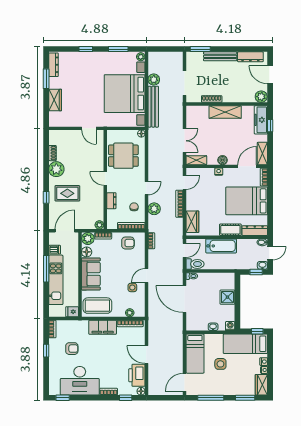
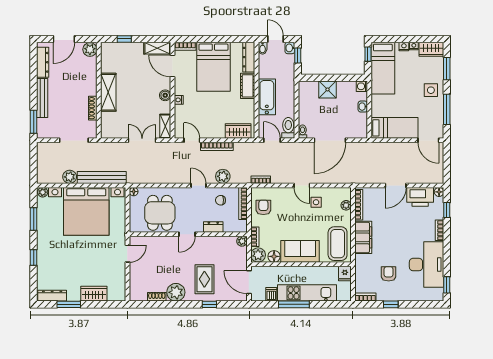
freezer: (261, 120) -> (117, 50), removed
side table: (220, 364) -> (431, 90), moved

